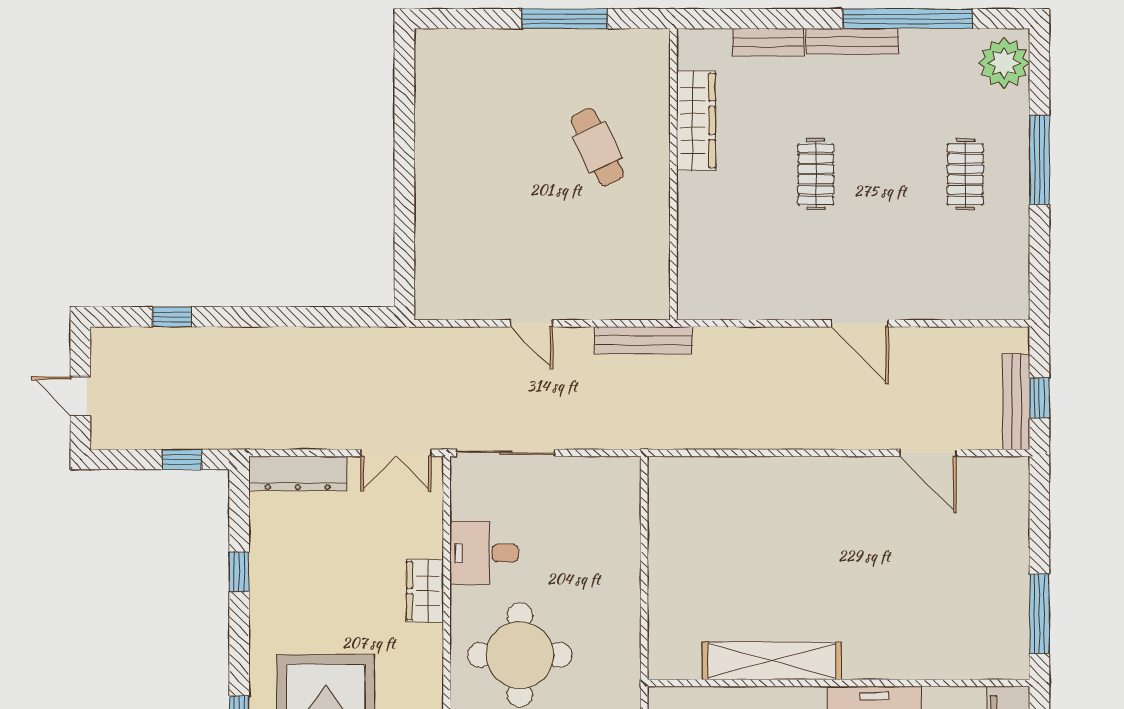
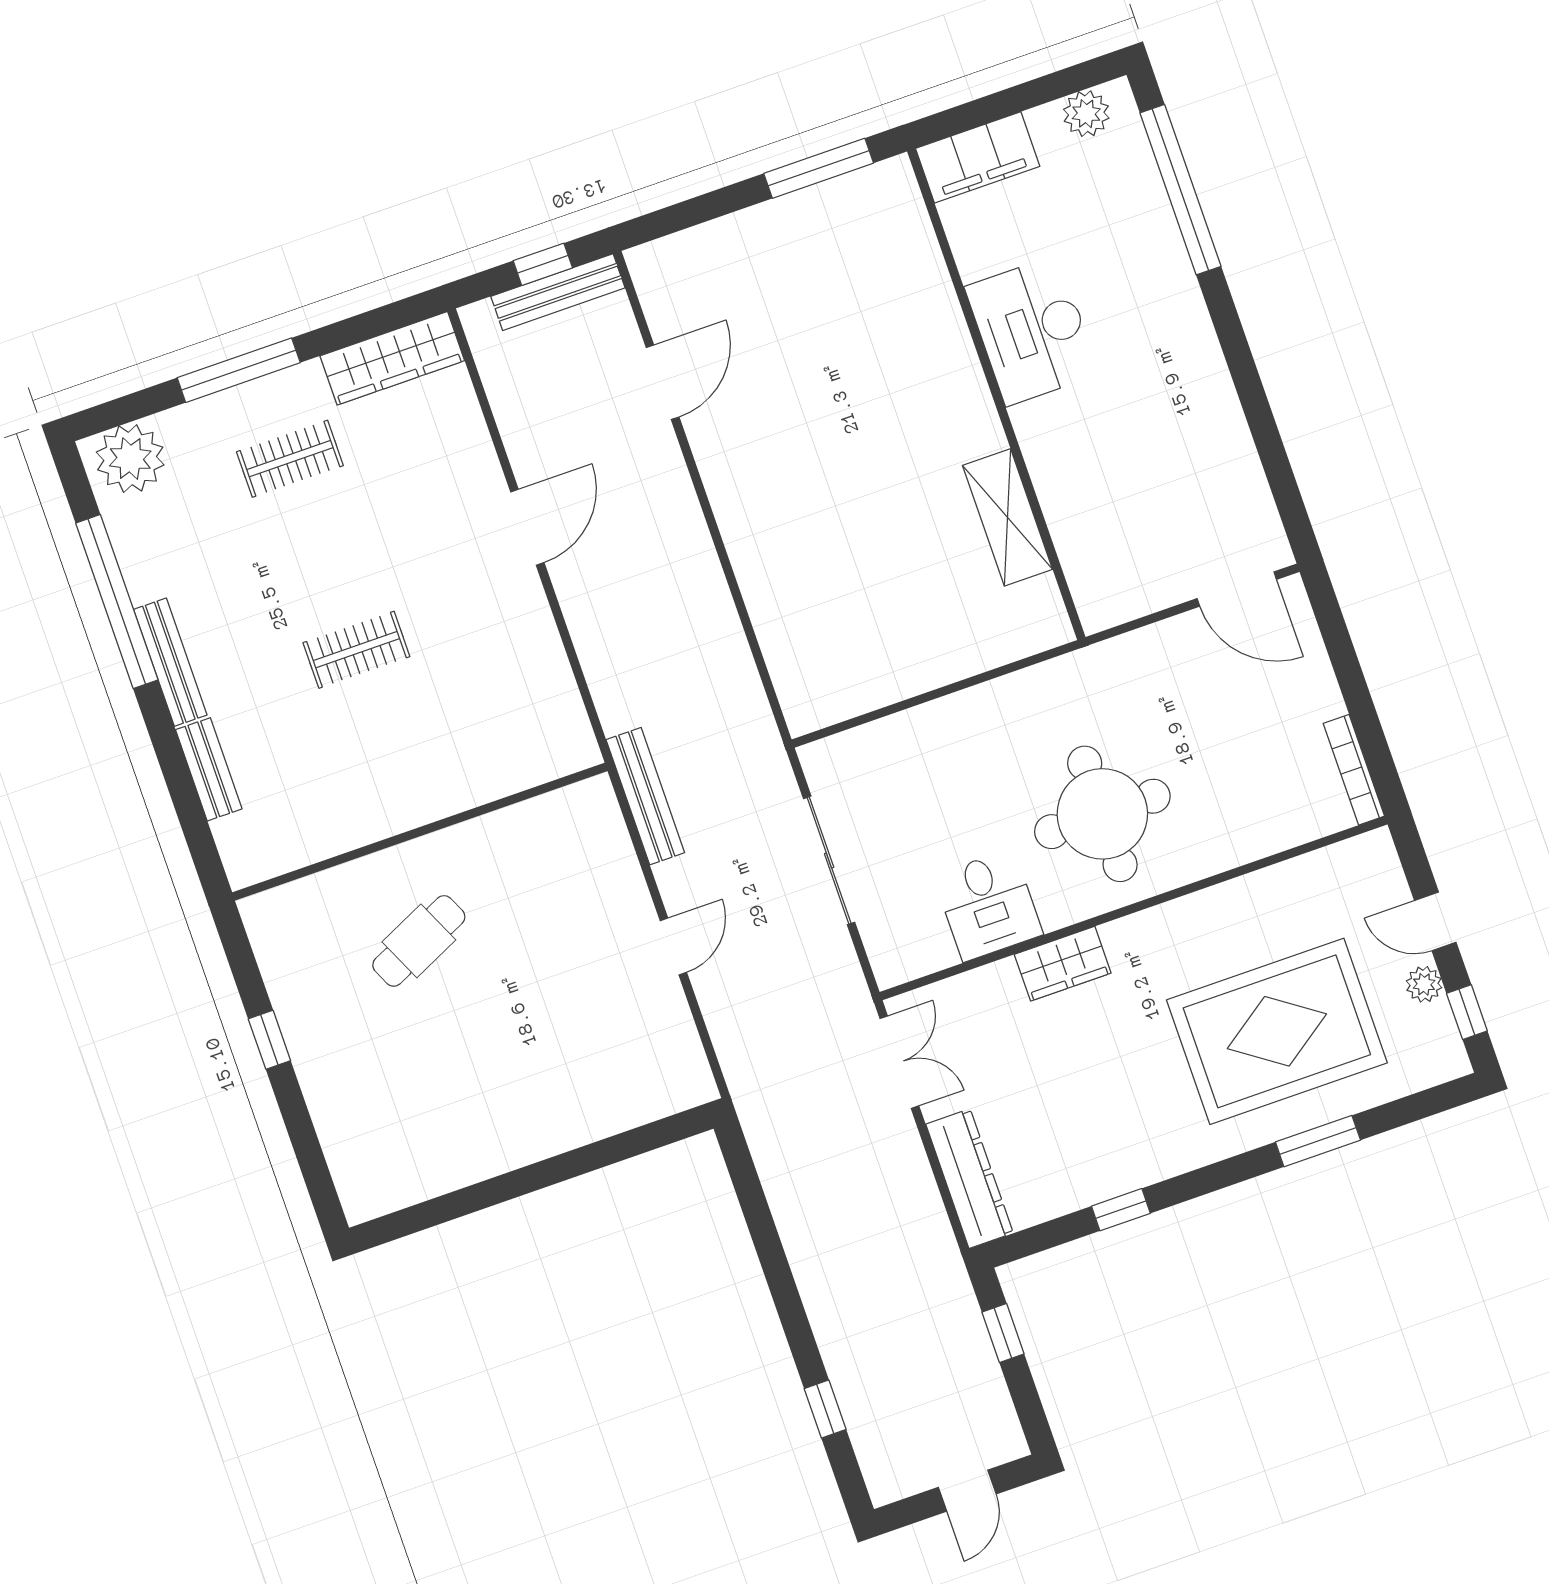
window: (565, 19) -> (269, 1040), width x0.46
wardrobe: (696, 121) -> (392, 358), moved, turned 180
sliding door: (506, 453) -> (829, 860), moved
shelving: (772, 661) -> (1008, 517), width x0.68

